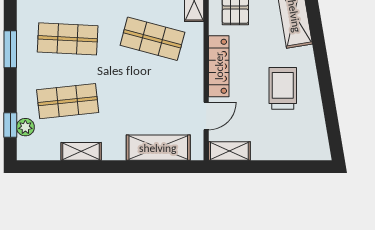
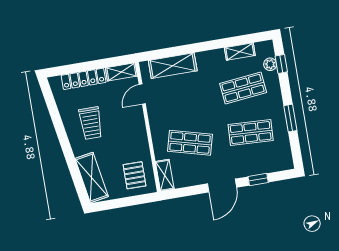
locker: (219, 66) -> (84, 79), moved, turned -90
shelving: (81, 151) -> (240, 52), moved

